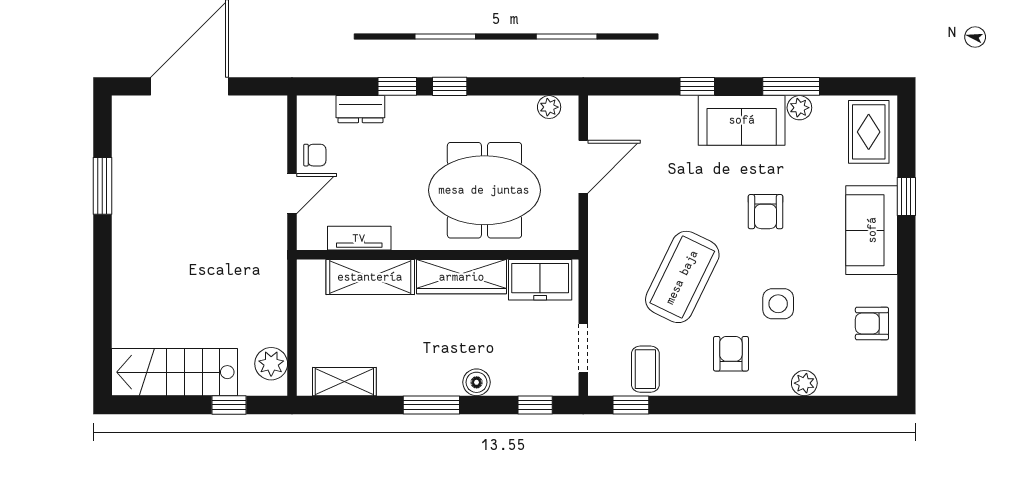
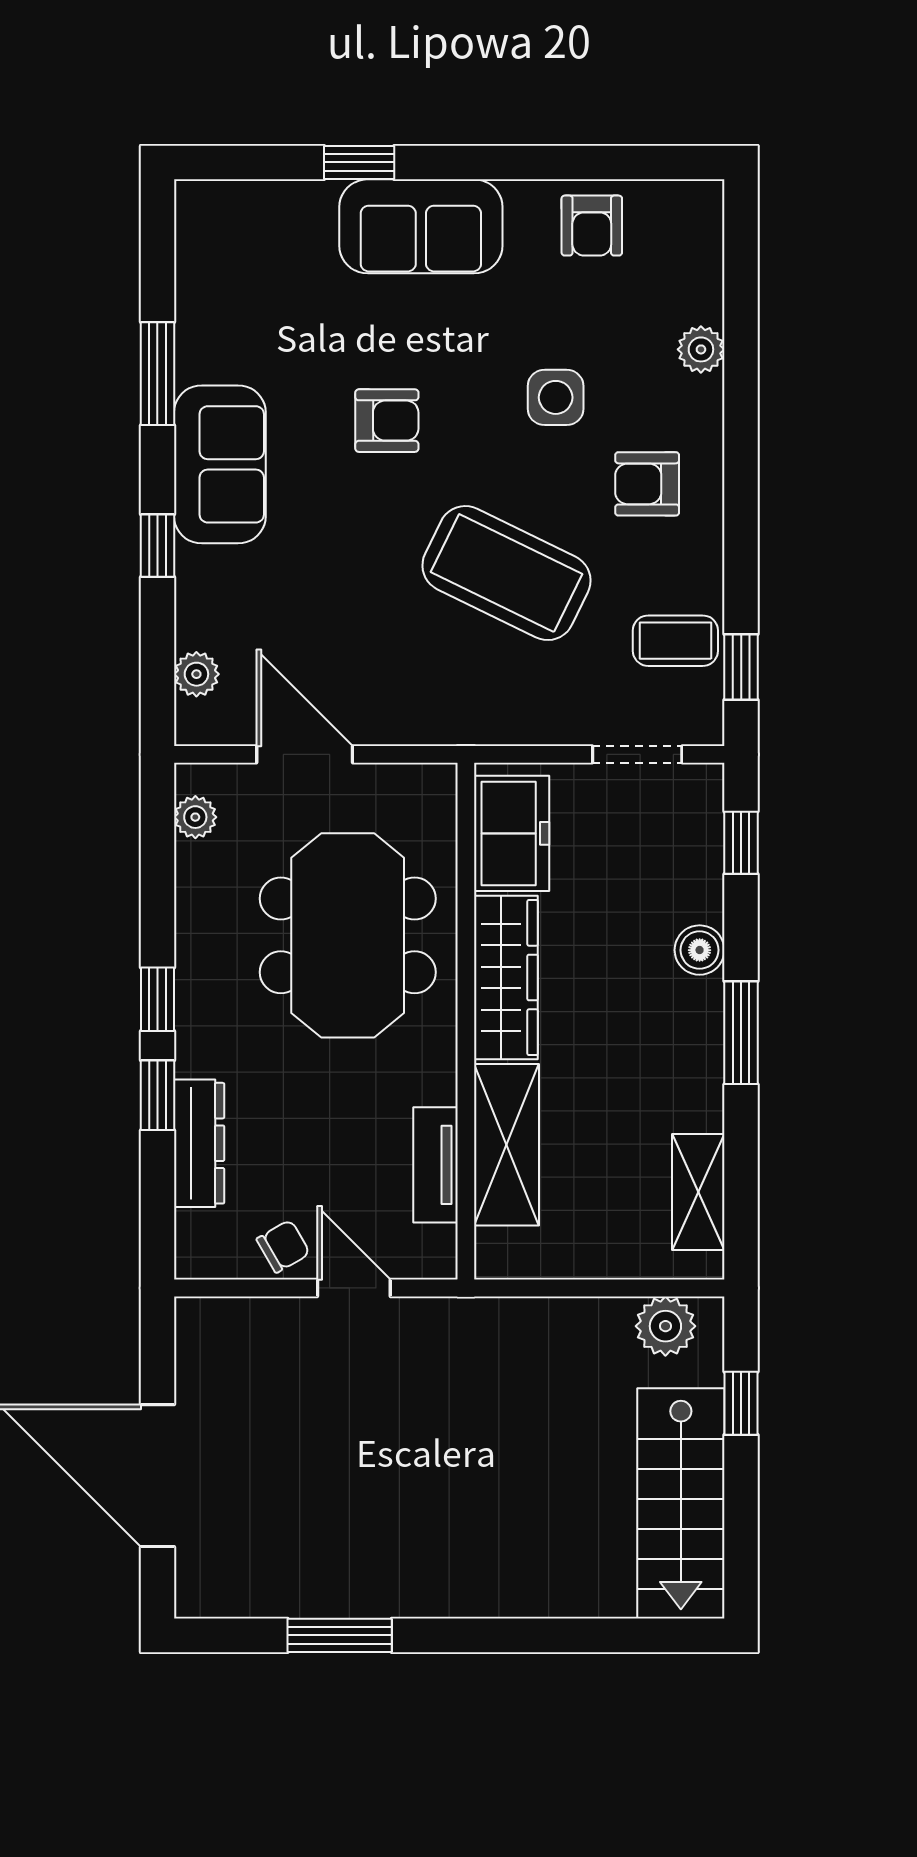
plant: (799, 108) -> (196, 674), moved
dresser: (360, 109) -> (199, 1143), width x1.44
rug: (869, 132) -> (241, 232), removed
chair: (315, 155) -> (283, 1246), turned 60

